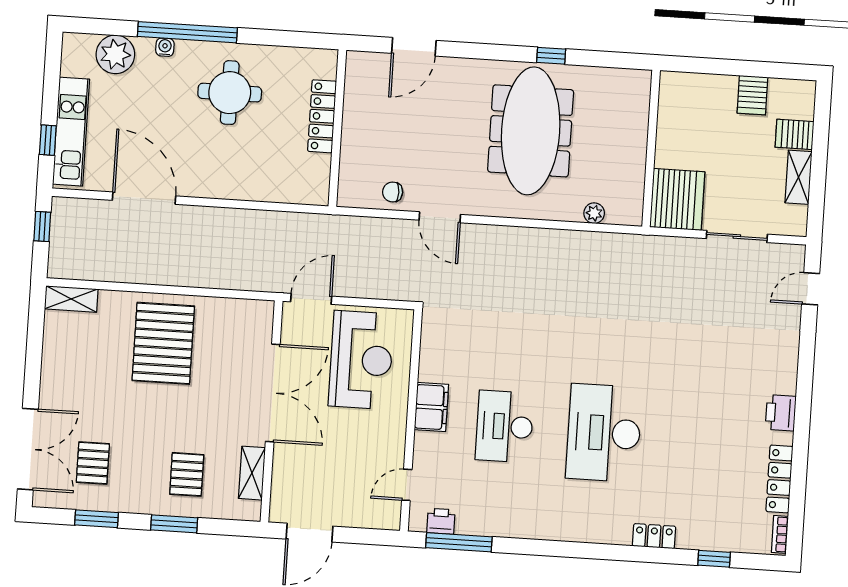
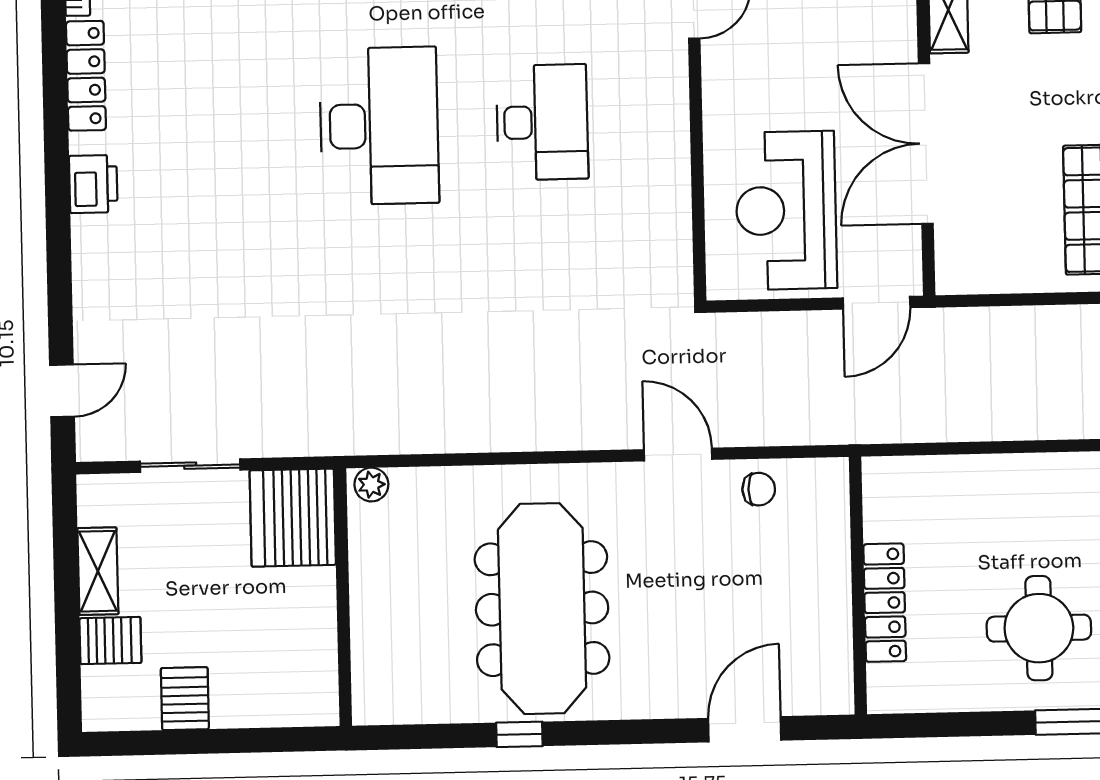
plant: (594, 213) -> (371, 485), moved
filing cabinet: (431, 407) -> (665, 143), removed

